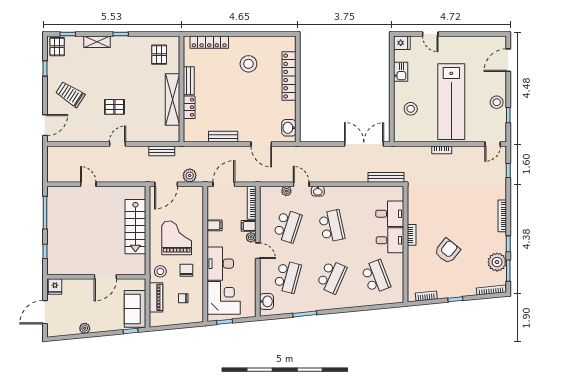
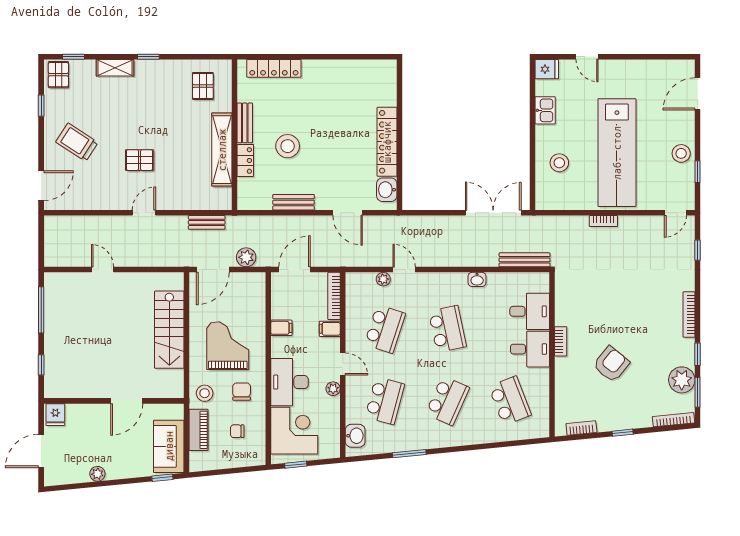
stool: (248, 64) -> (288, 146), moved
locker: (289, 76) -> (387, 142), moved
washbasin: (318, 191) -> (477, 279), moved
plant: (251, 237) -> (333, 389), moved

